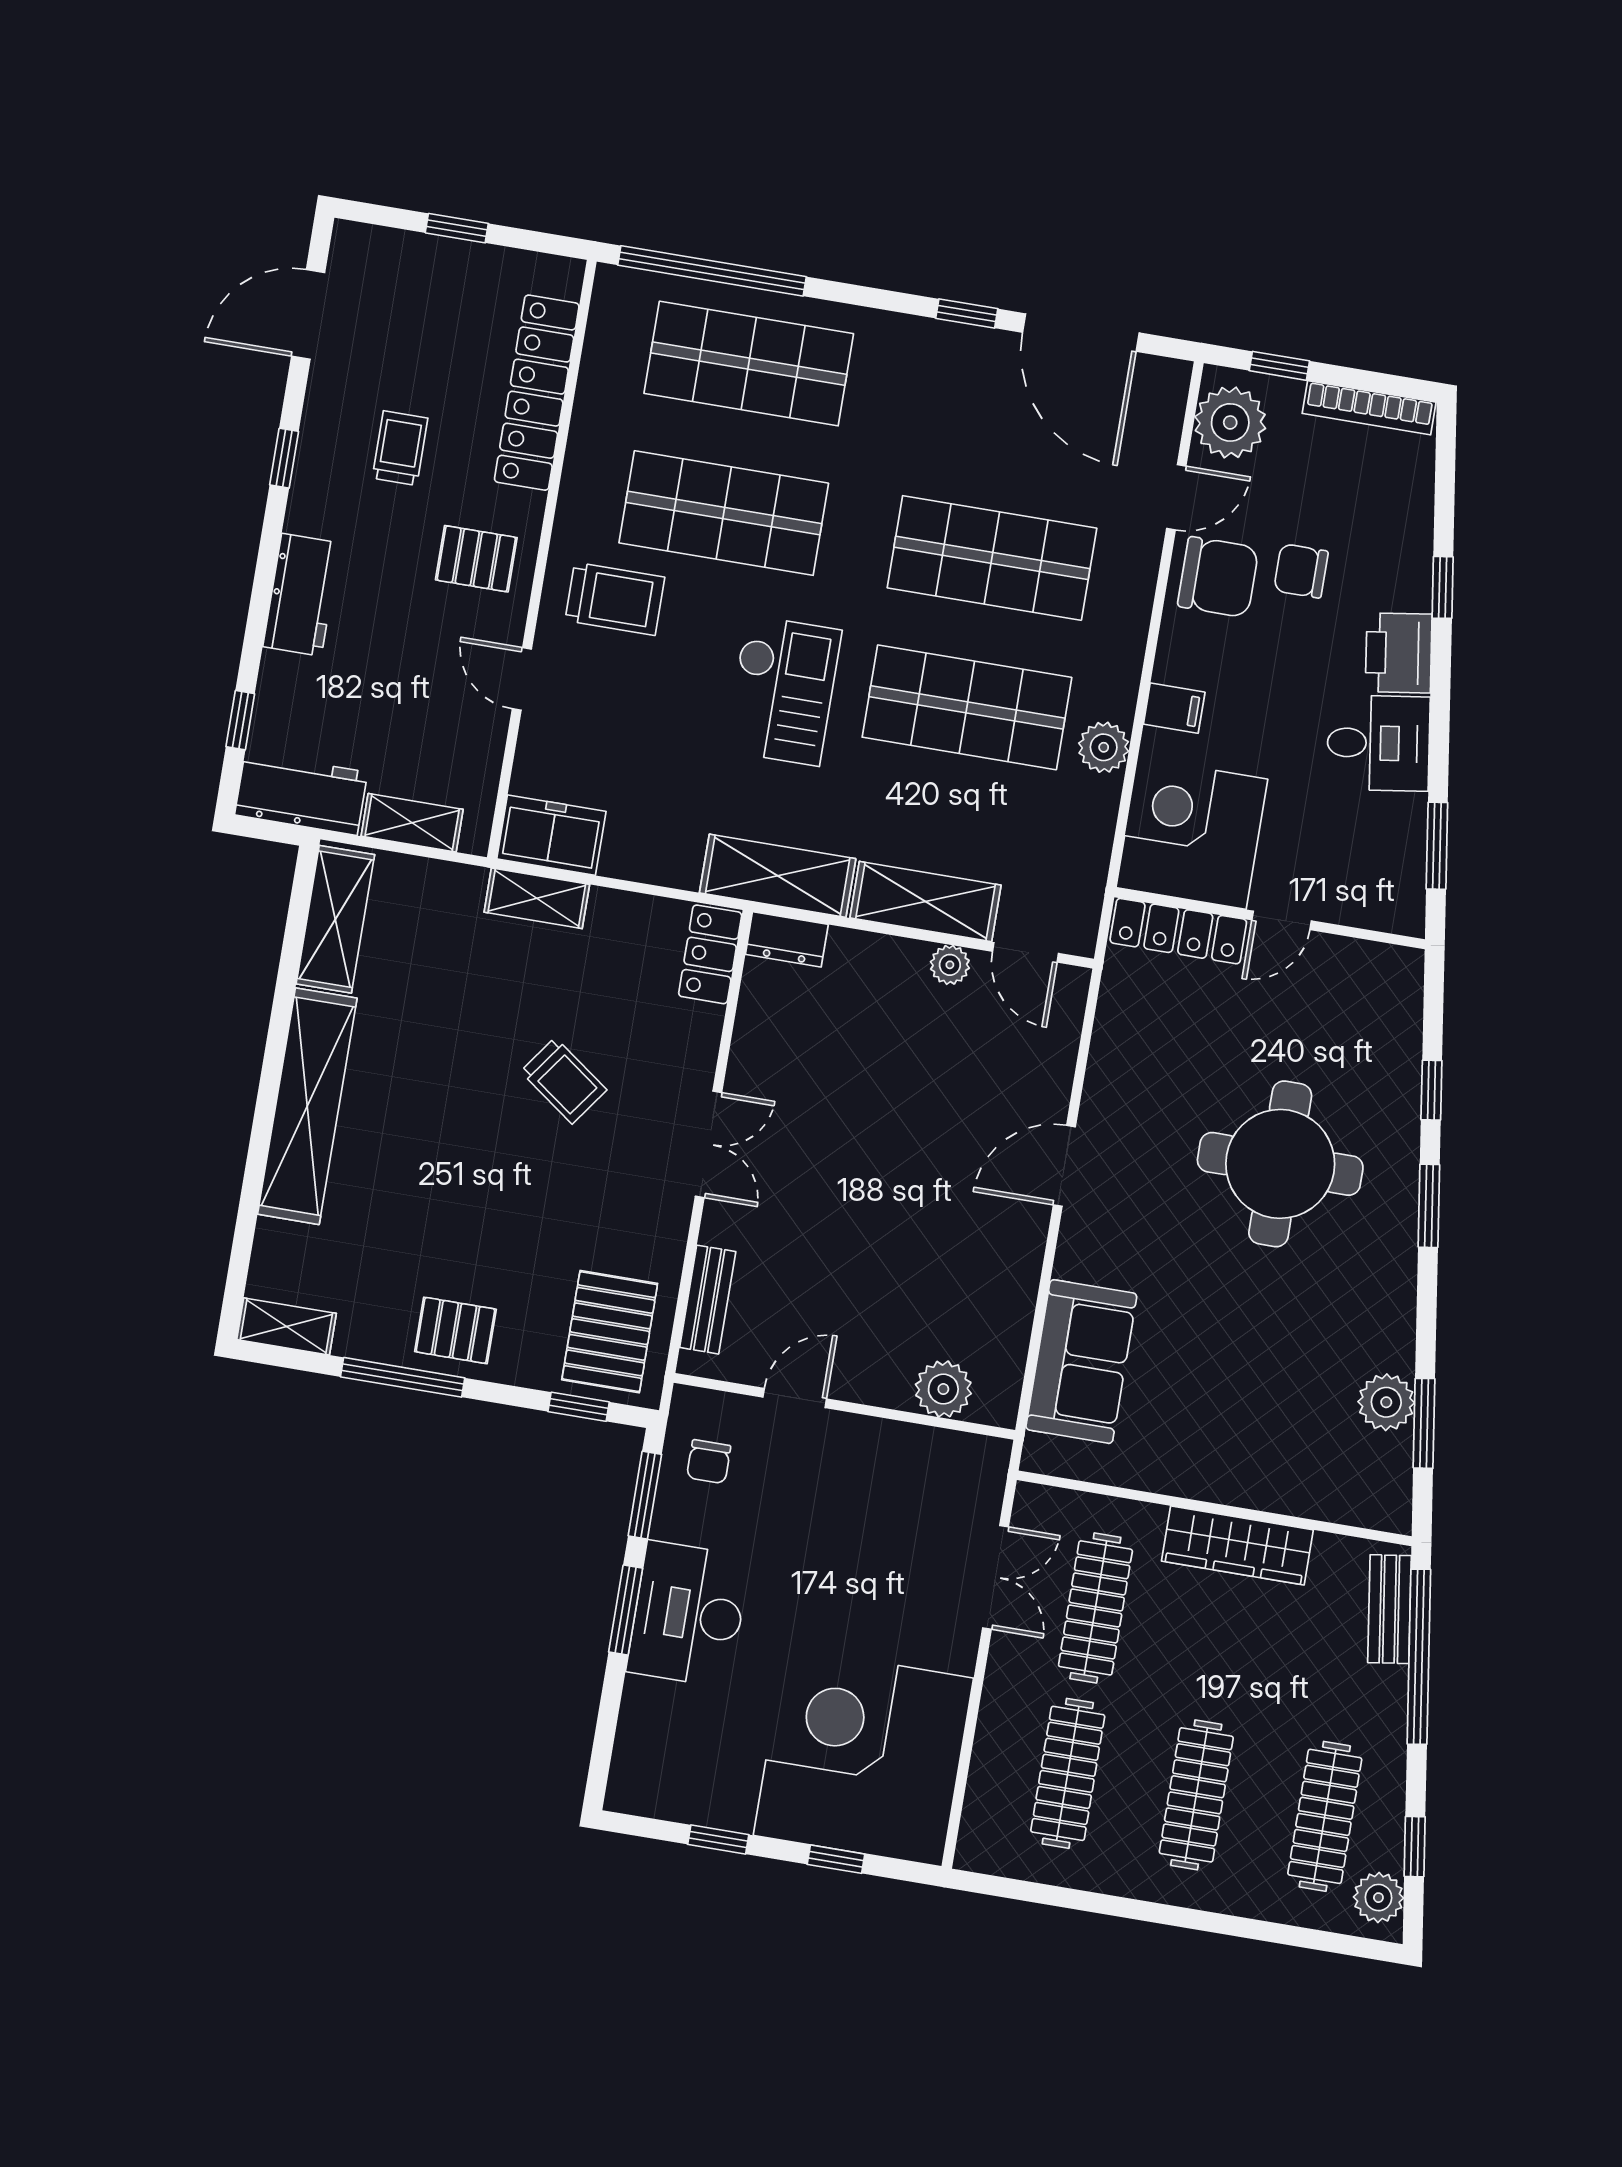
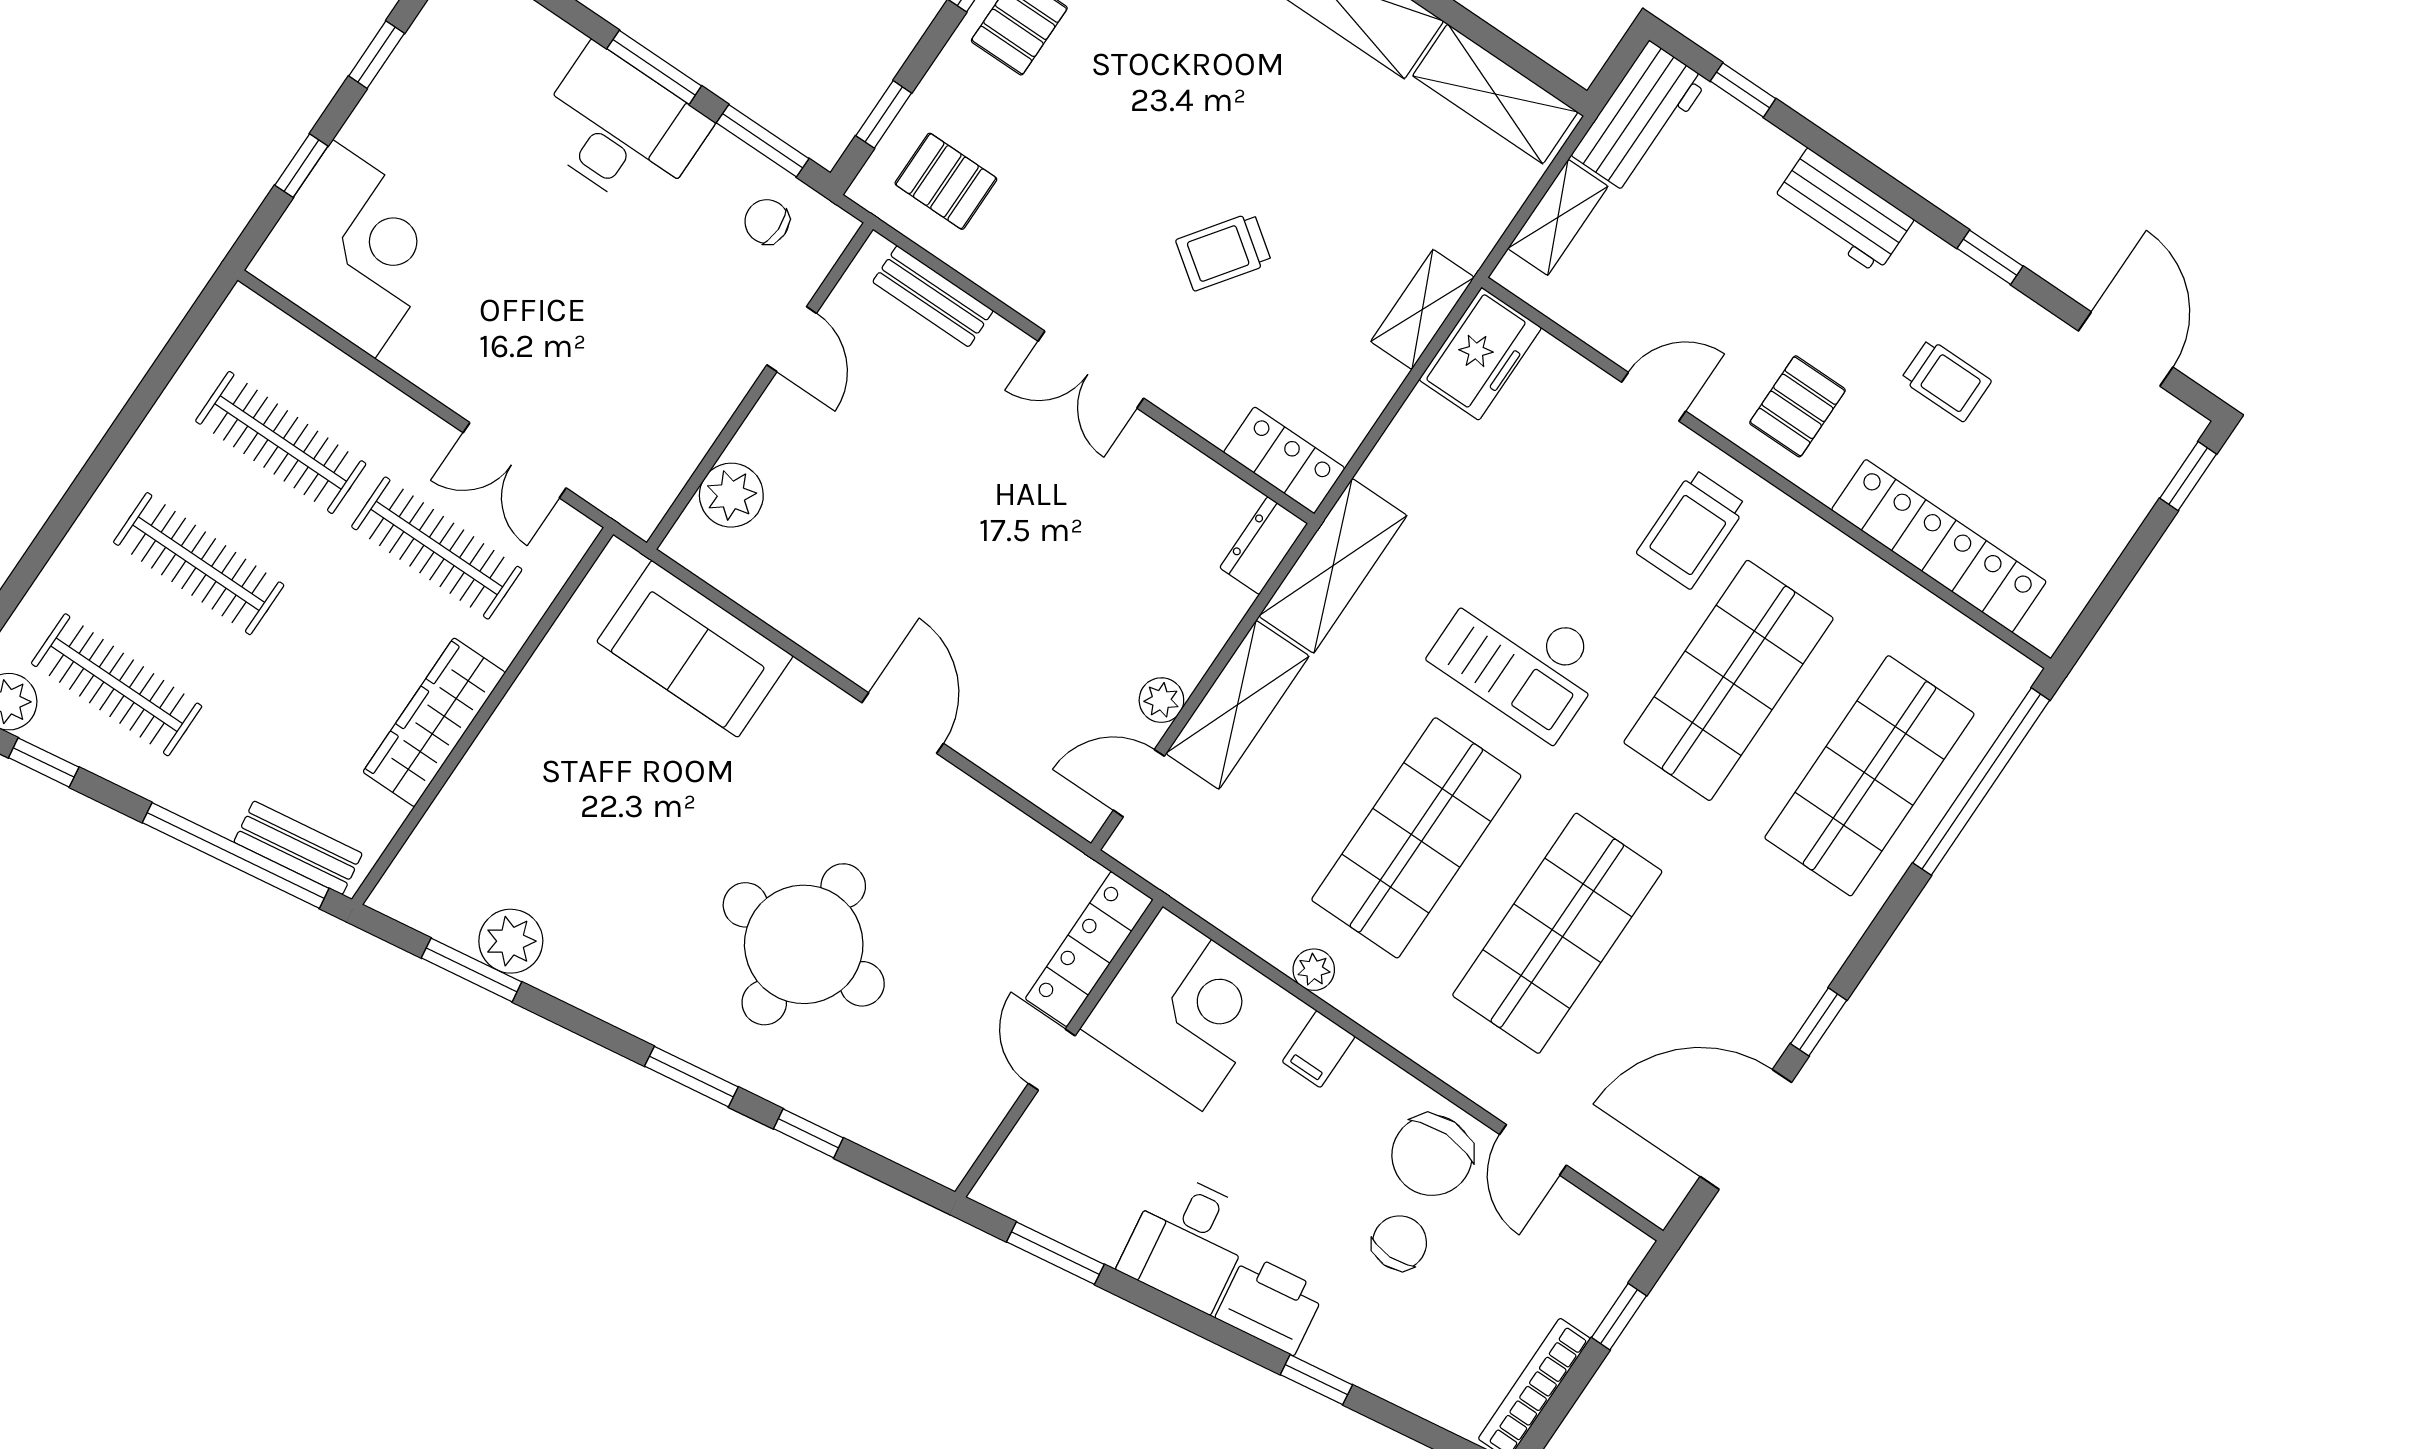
window: (457, 228) -> (2188, 476), moved
plant: (1230, 422) -> (1584, 1240), removed
plant: (1104, 747) -> (1314, 970), width x0.73, depth x0.73
pallet: (610, 1332) -> (946, 181), width x0.67, depth x0.71
corner desk: (863, 1757) -> (354, 249), width x0.74, depth x0.74

